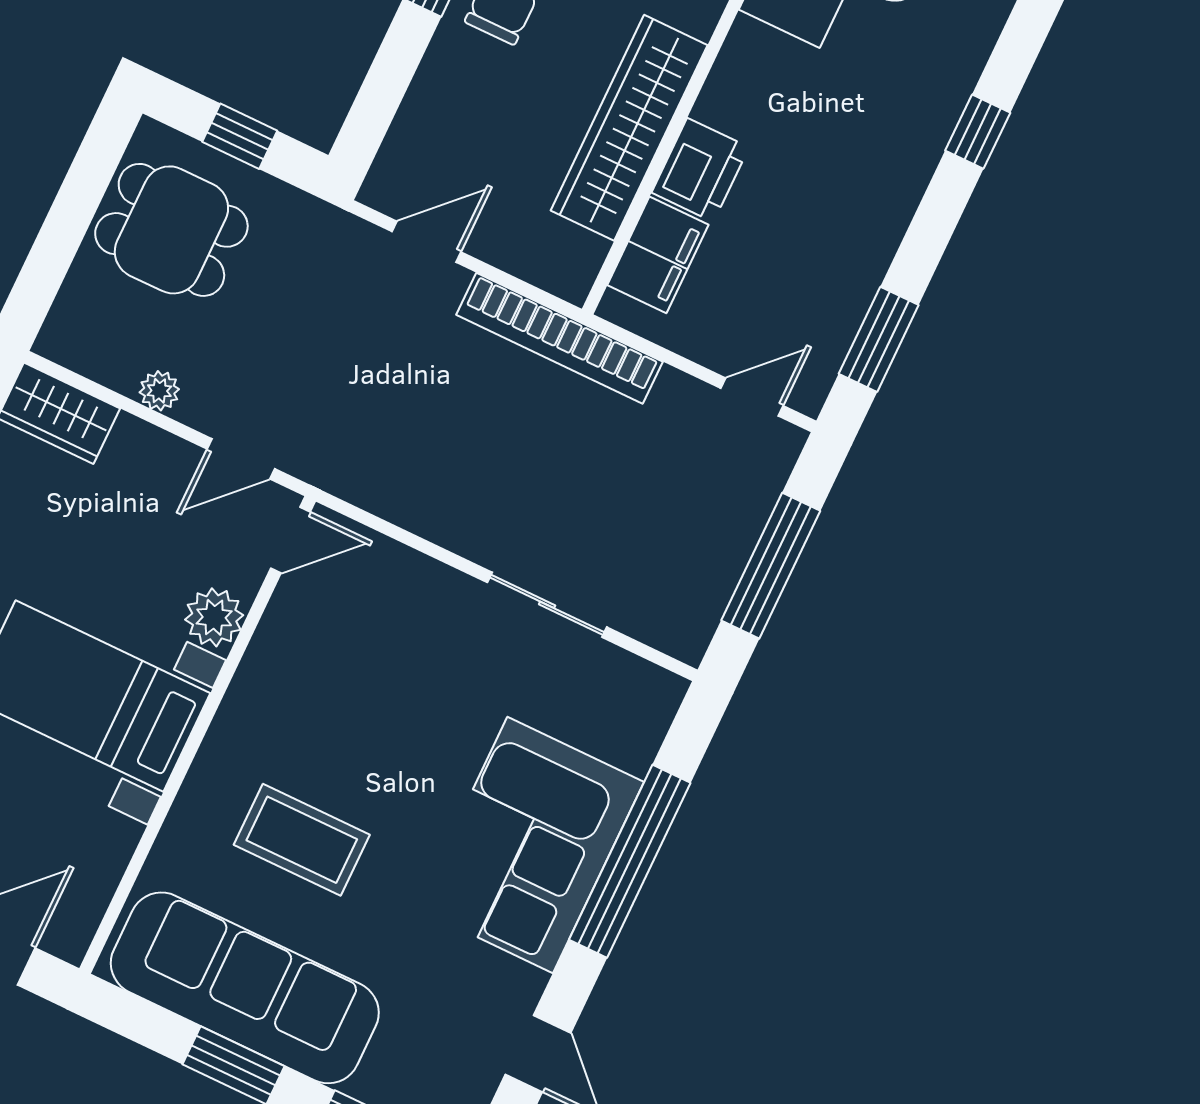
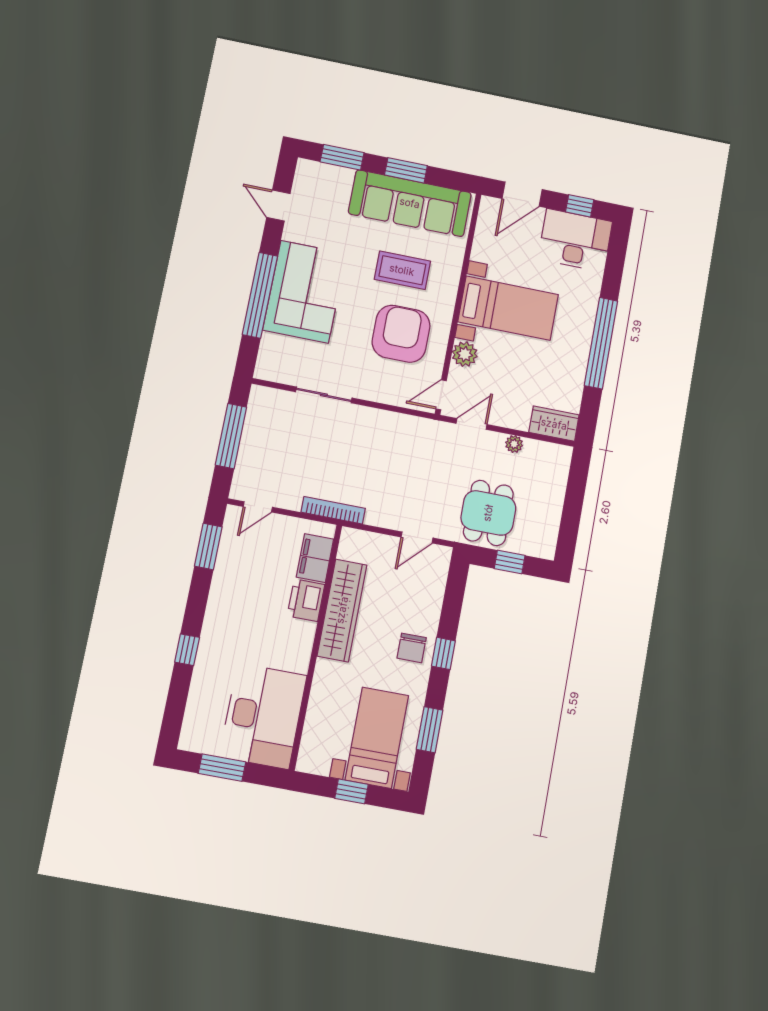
dining table: (171, 230) -> (488, 513), moved, turned 90
bookcase: (560, 338) -> (333, 510), width x0.68, depth x0.76
armchair: (343, 698) -> (401, 334), added

